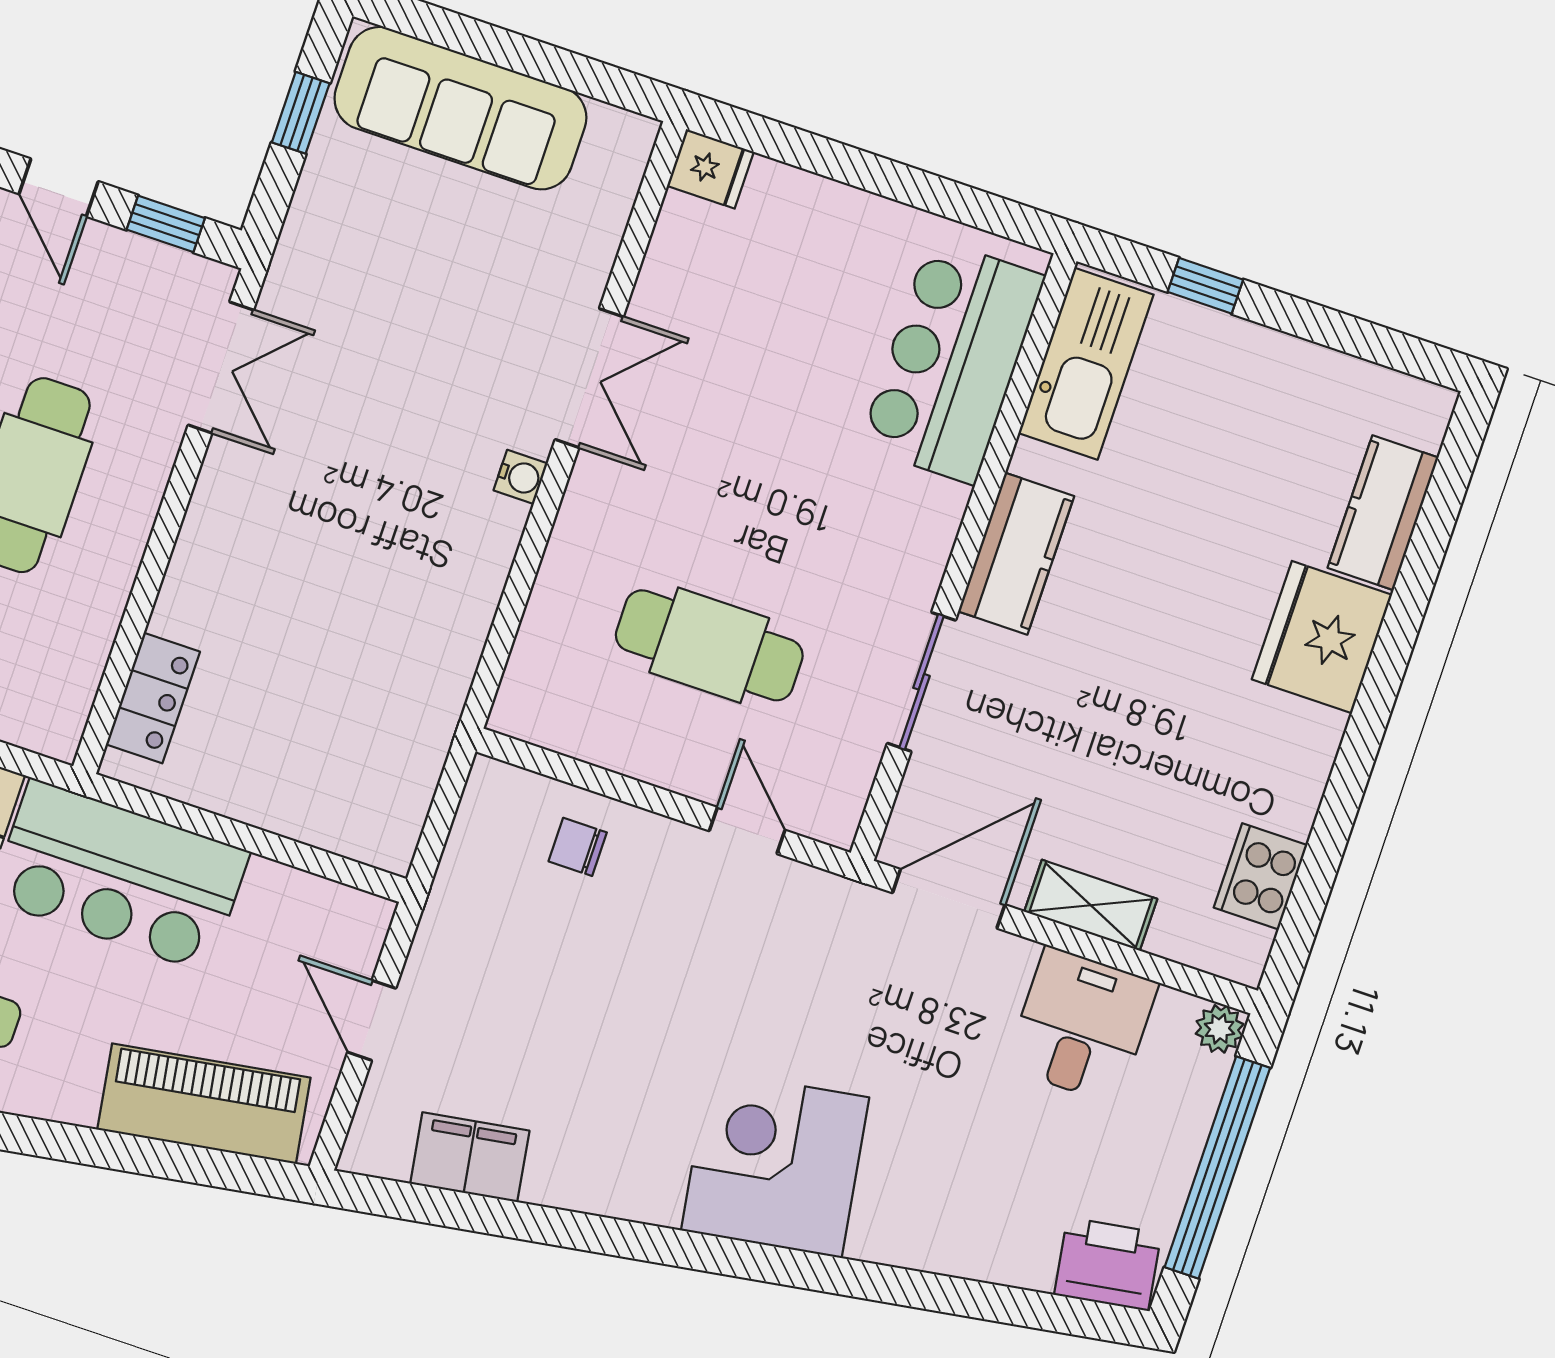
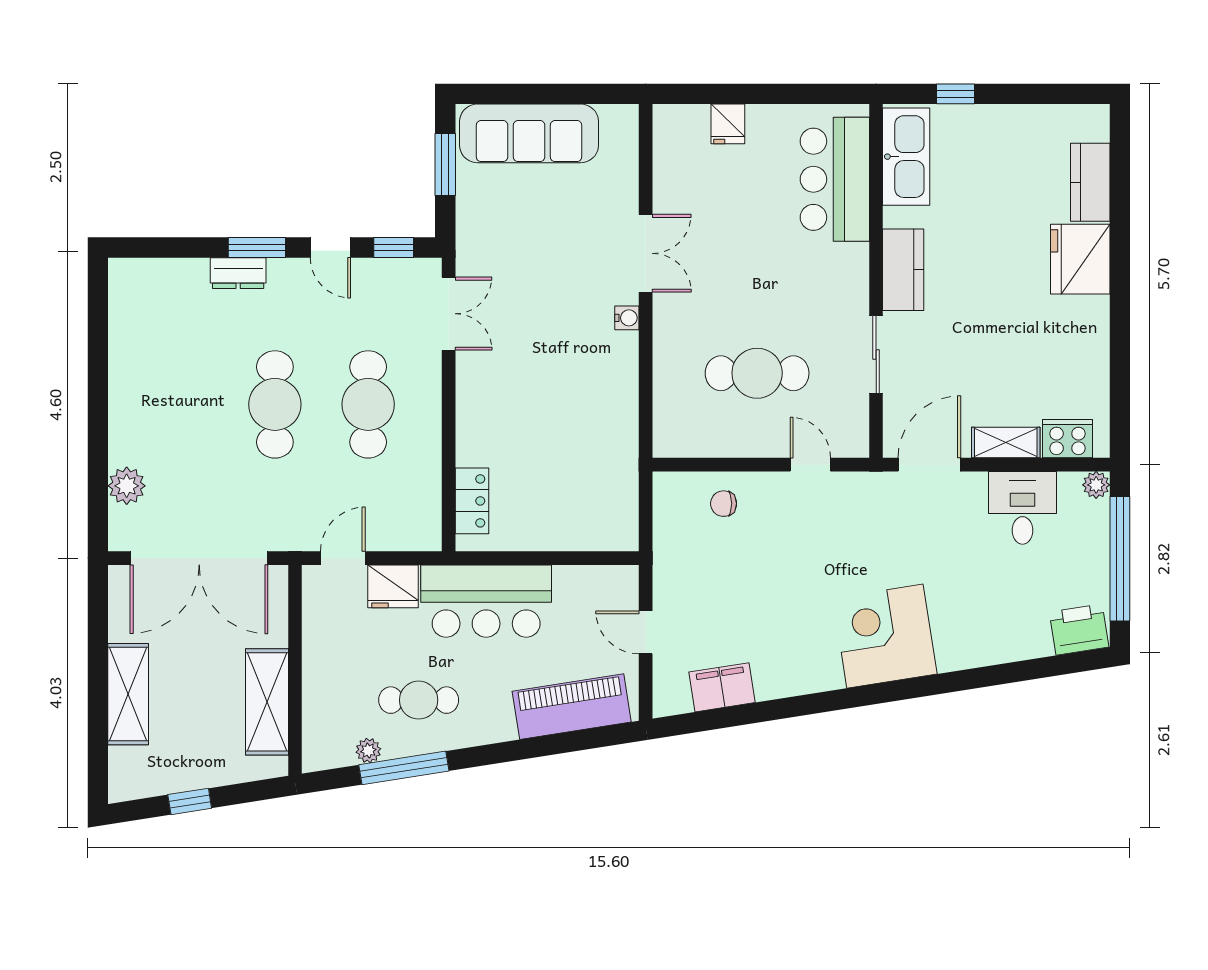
window: (301, 113) -> (445, 164), width x1.50
fridge: (710, 169) -> (728, 124), moved, turned 90
cooker: (1261, 876) -> (1068, 439), moved, turned 90

